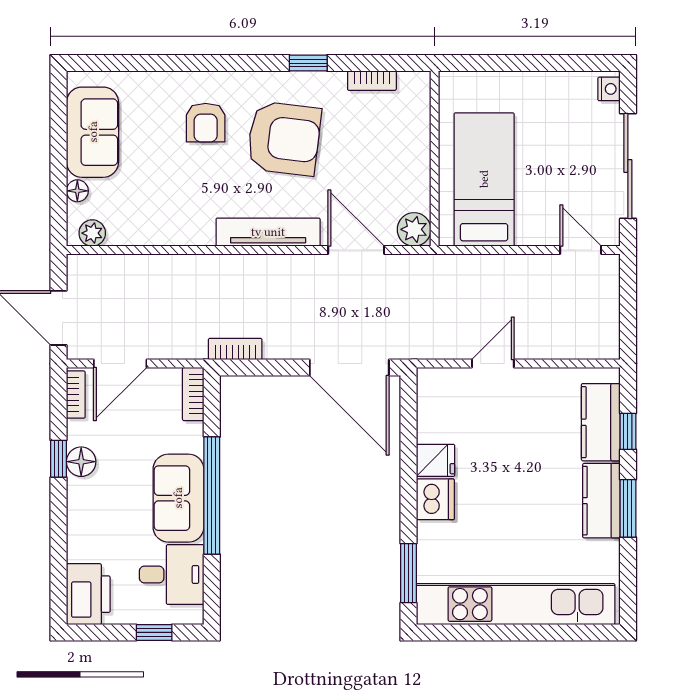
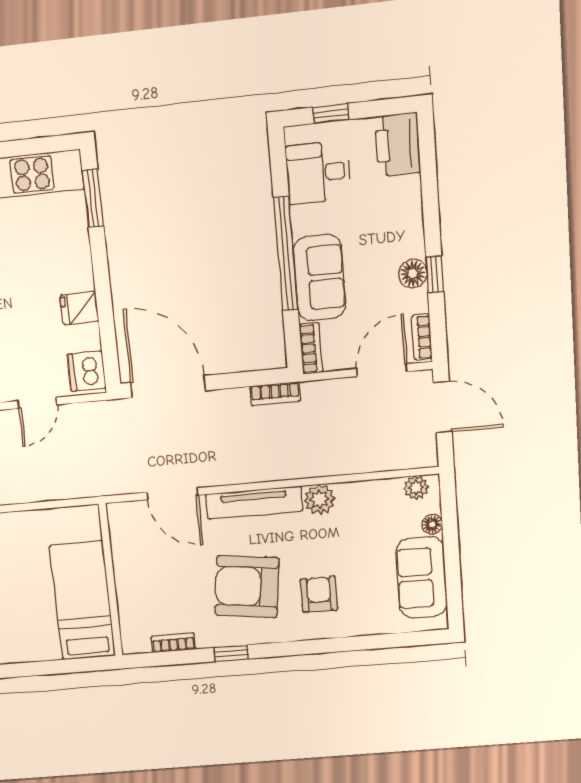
bed: (484, 179) -> (83, 601), moved, turned 180
plant: (414, 229) -> (320, 499), moved
sofa: (178, 498) -> (319, 278), moved
dishwasher: (435, 499) -> (87, 371), moved

